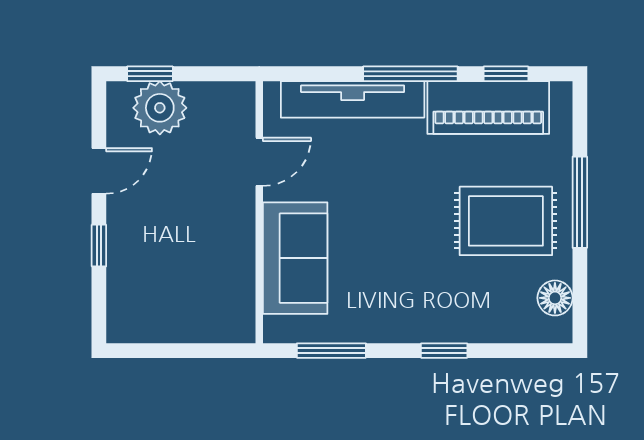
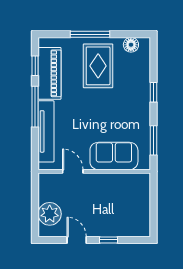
window: (150, 74) -> (35, 218), removed

